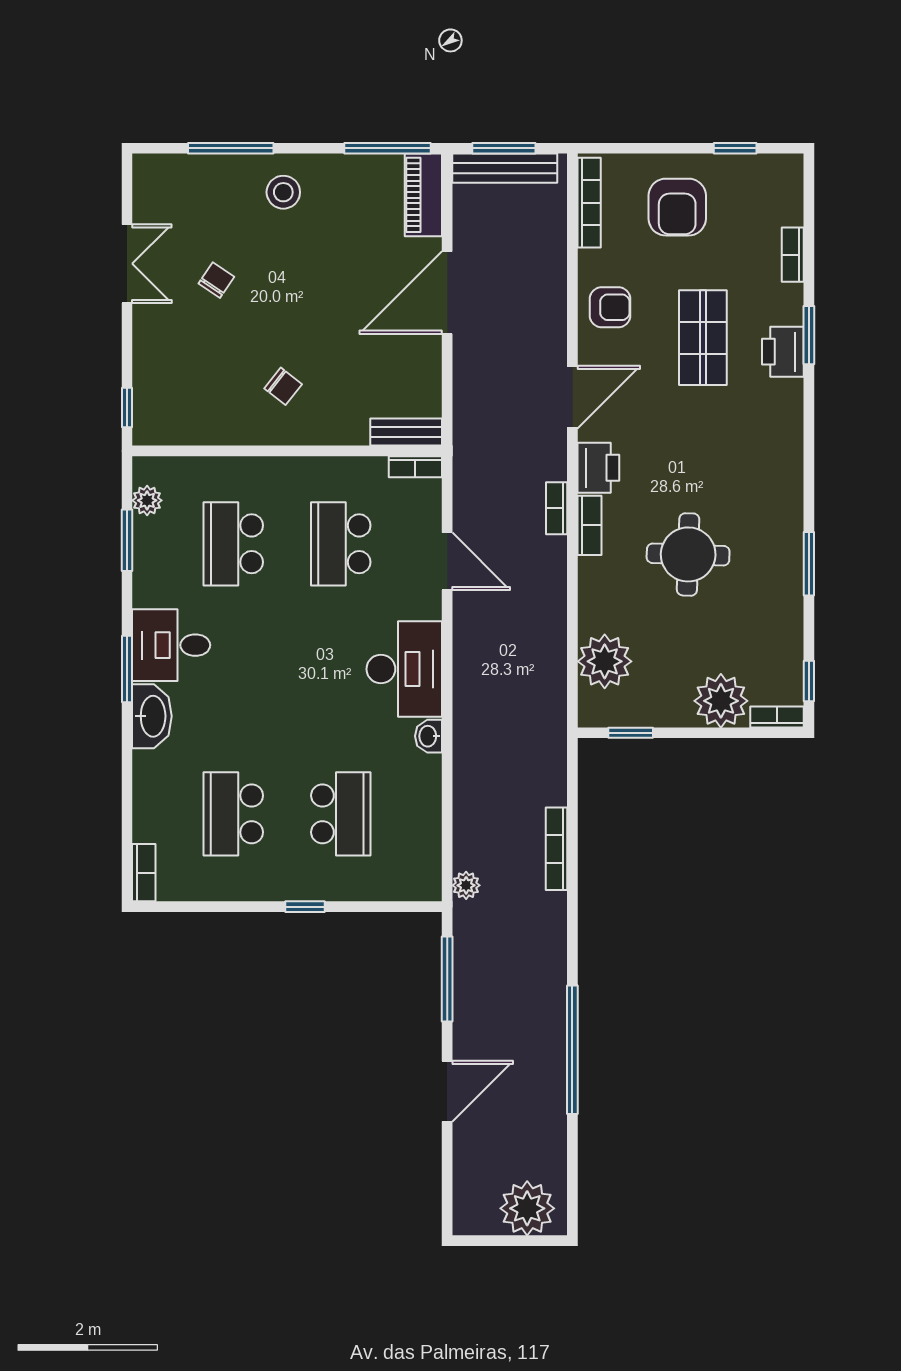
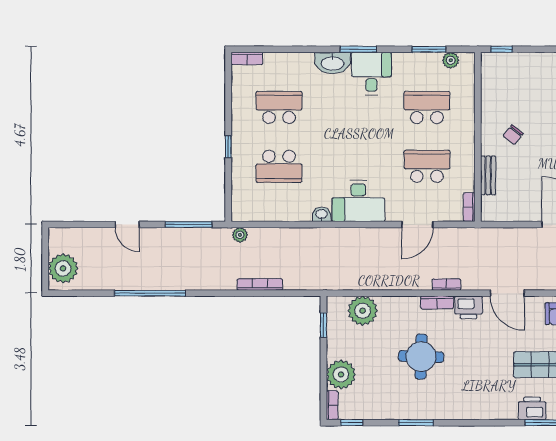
bench: (406, 432) -> (488, 175), moved
door: (447, 1091) -> (127, 225), width x0.73

